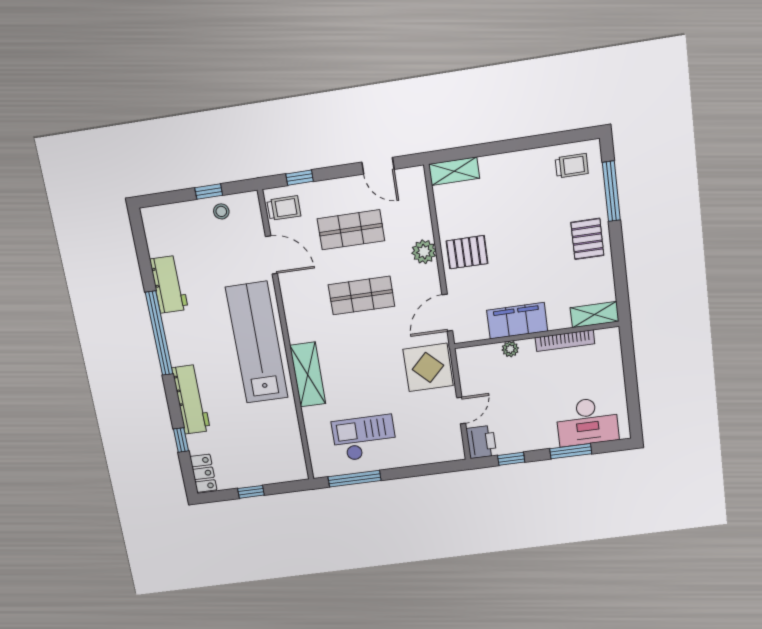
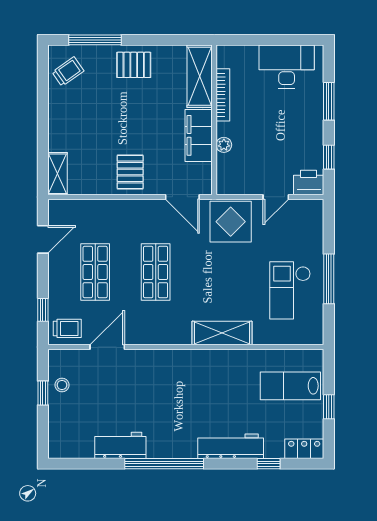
trolley: (572, 166) -> (68, 72), turned 55
trolley: (284, 208) -> (67, 328), turned 90
plant: (424, 252) -> (124, 210), removed
shelving: (595, 315) -> (200, 76), width x1.50, depth x1.33
lab bench: (257, 343) -> (290, 386), moved, width x0.54, depth x0.72
door: (461, 411) -> (276, 197), swing flipped
desk: (587, 422) -> (287, 66), moved, turned -90
window: (355, 479) -> (329, 279), moved

